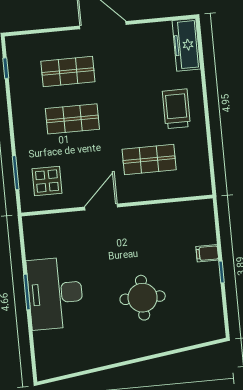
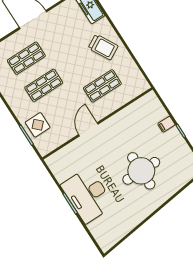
trolley: (176, 109) -> (103, 47), turned 151
display table: (47, 181) -> (38, 125), moved
round table: (143, 298) -> (141, 171), width x1.36, depth x1.36

